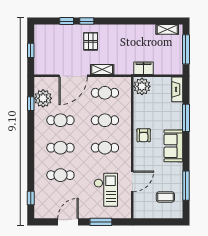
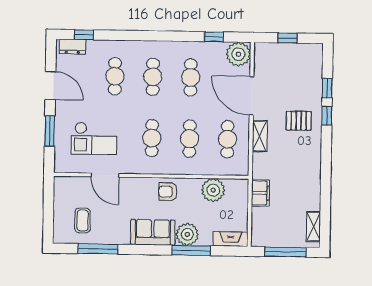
plant: (142, 86) -> (213, 190), moved
plant: (43, 98) -> (238, 54), moved
plant: (174, 121) -> (187, 234), added
dresser: (40, 206) -> (72, 47), added

